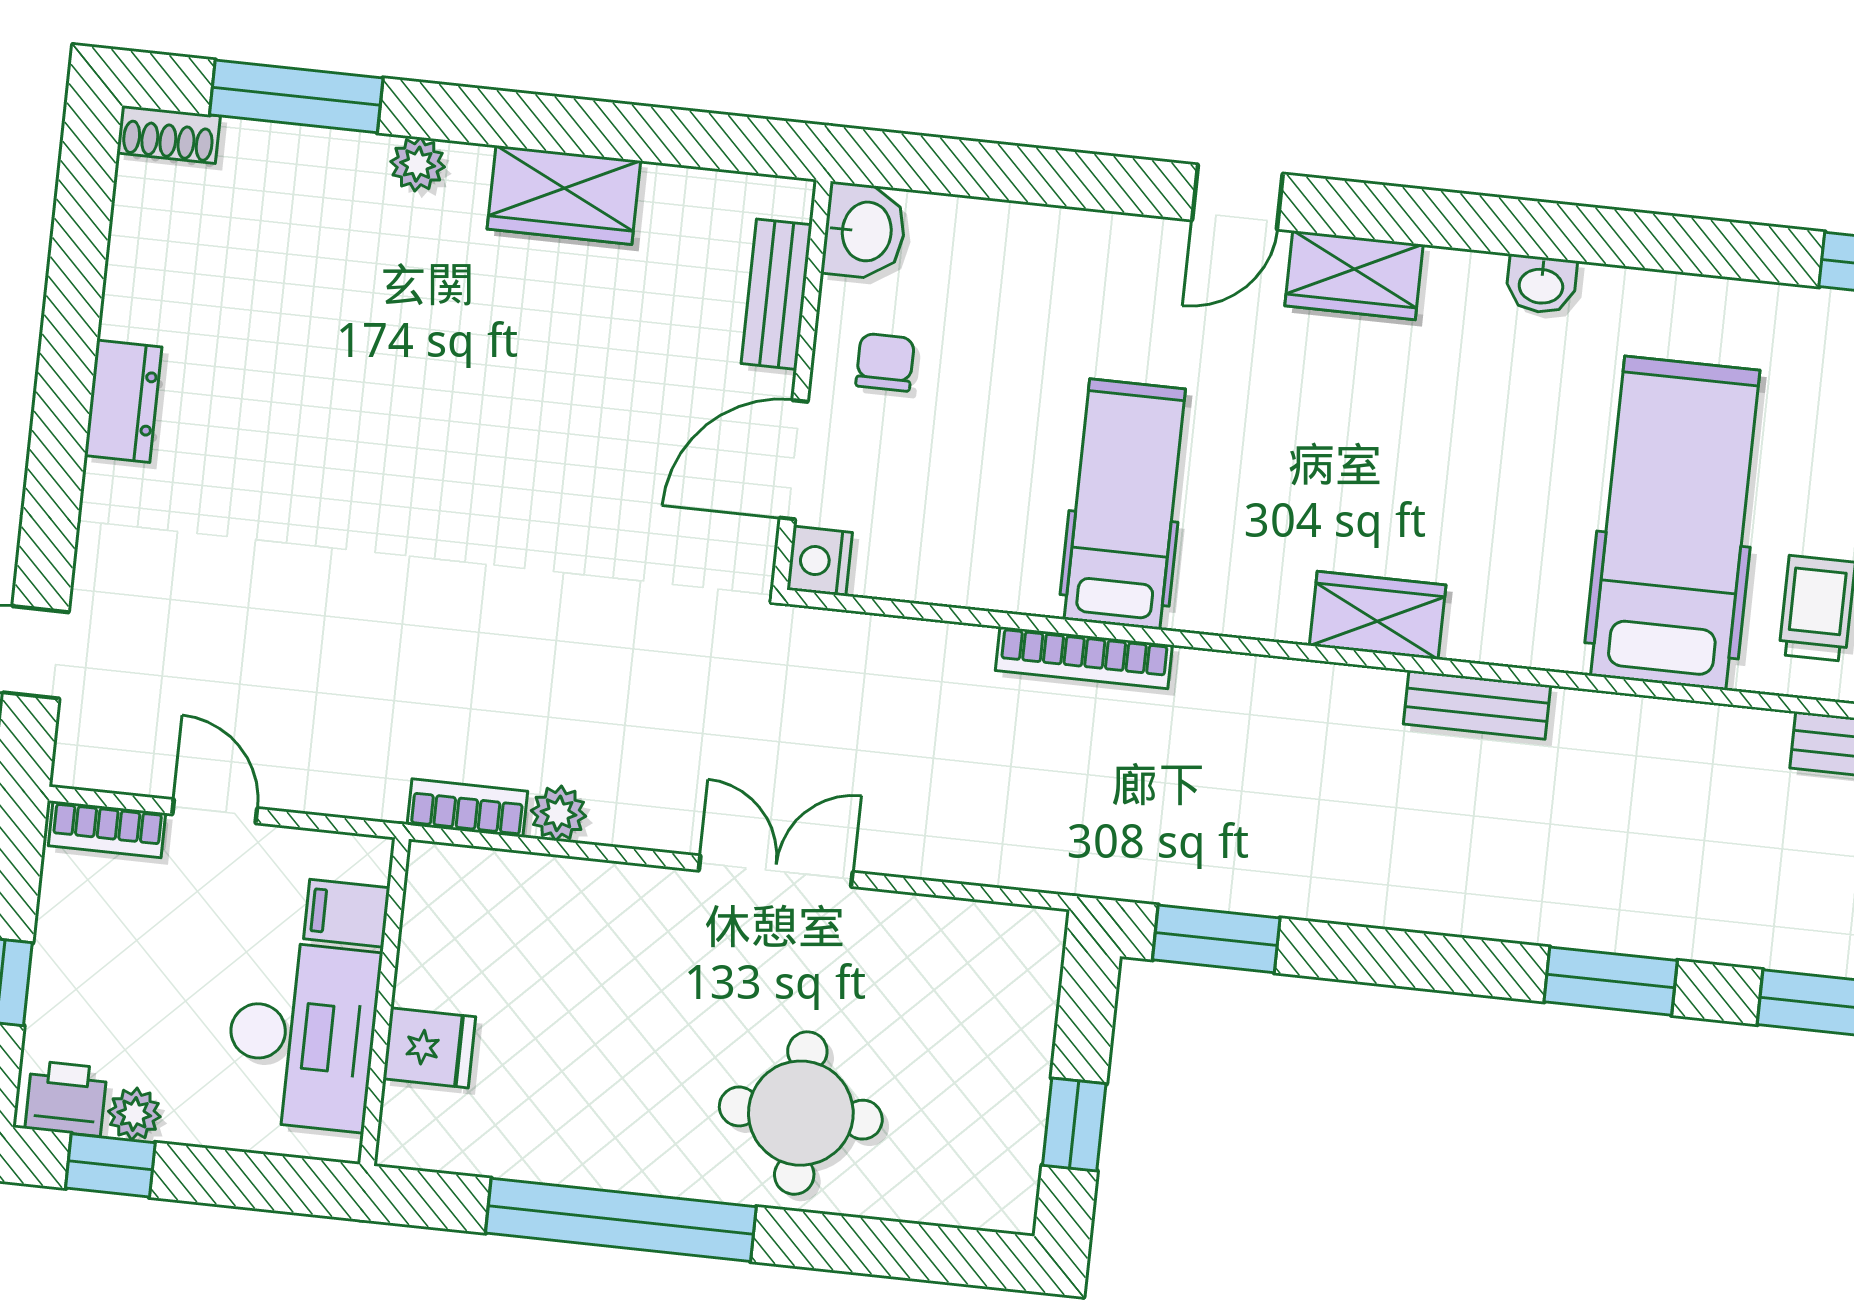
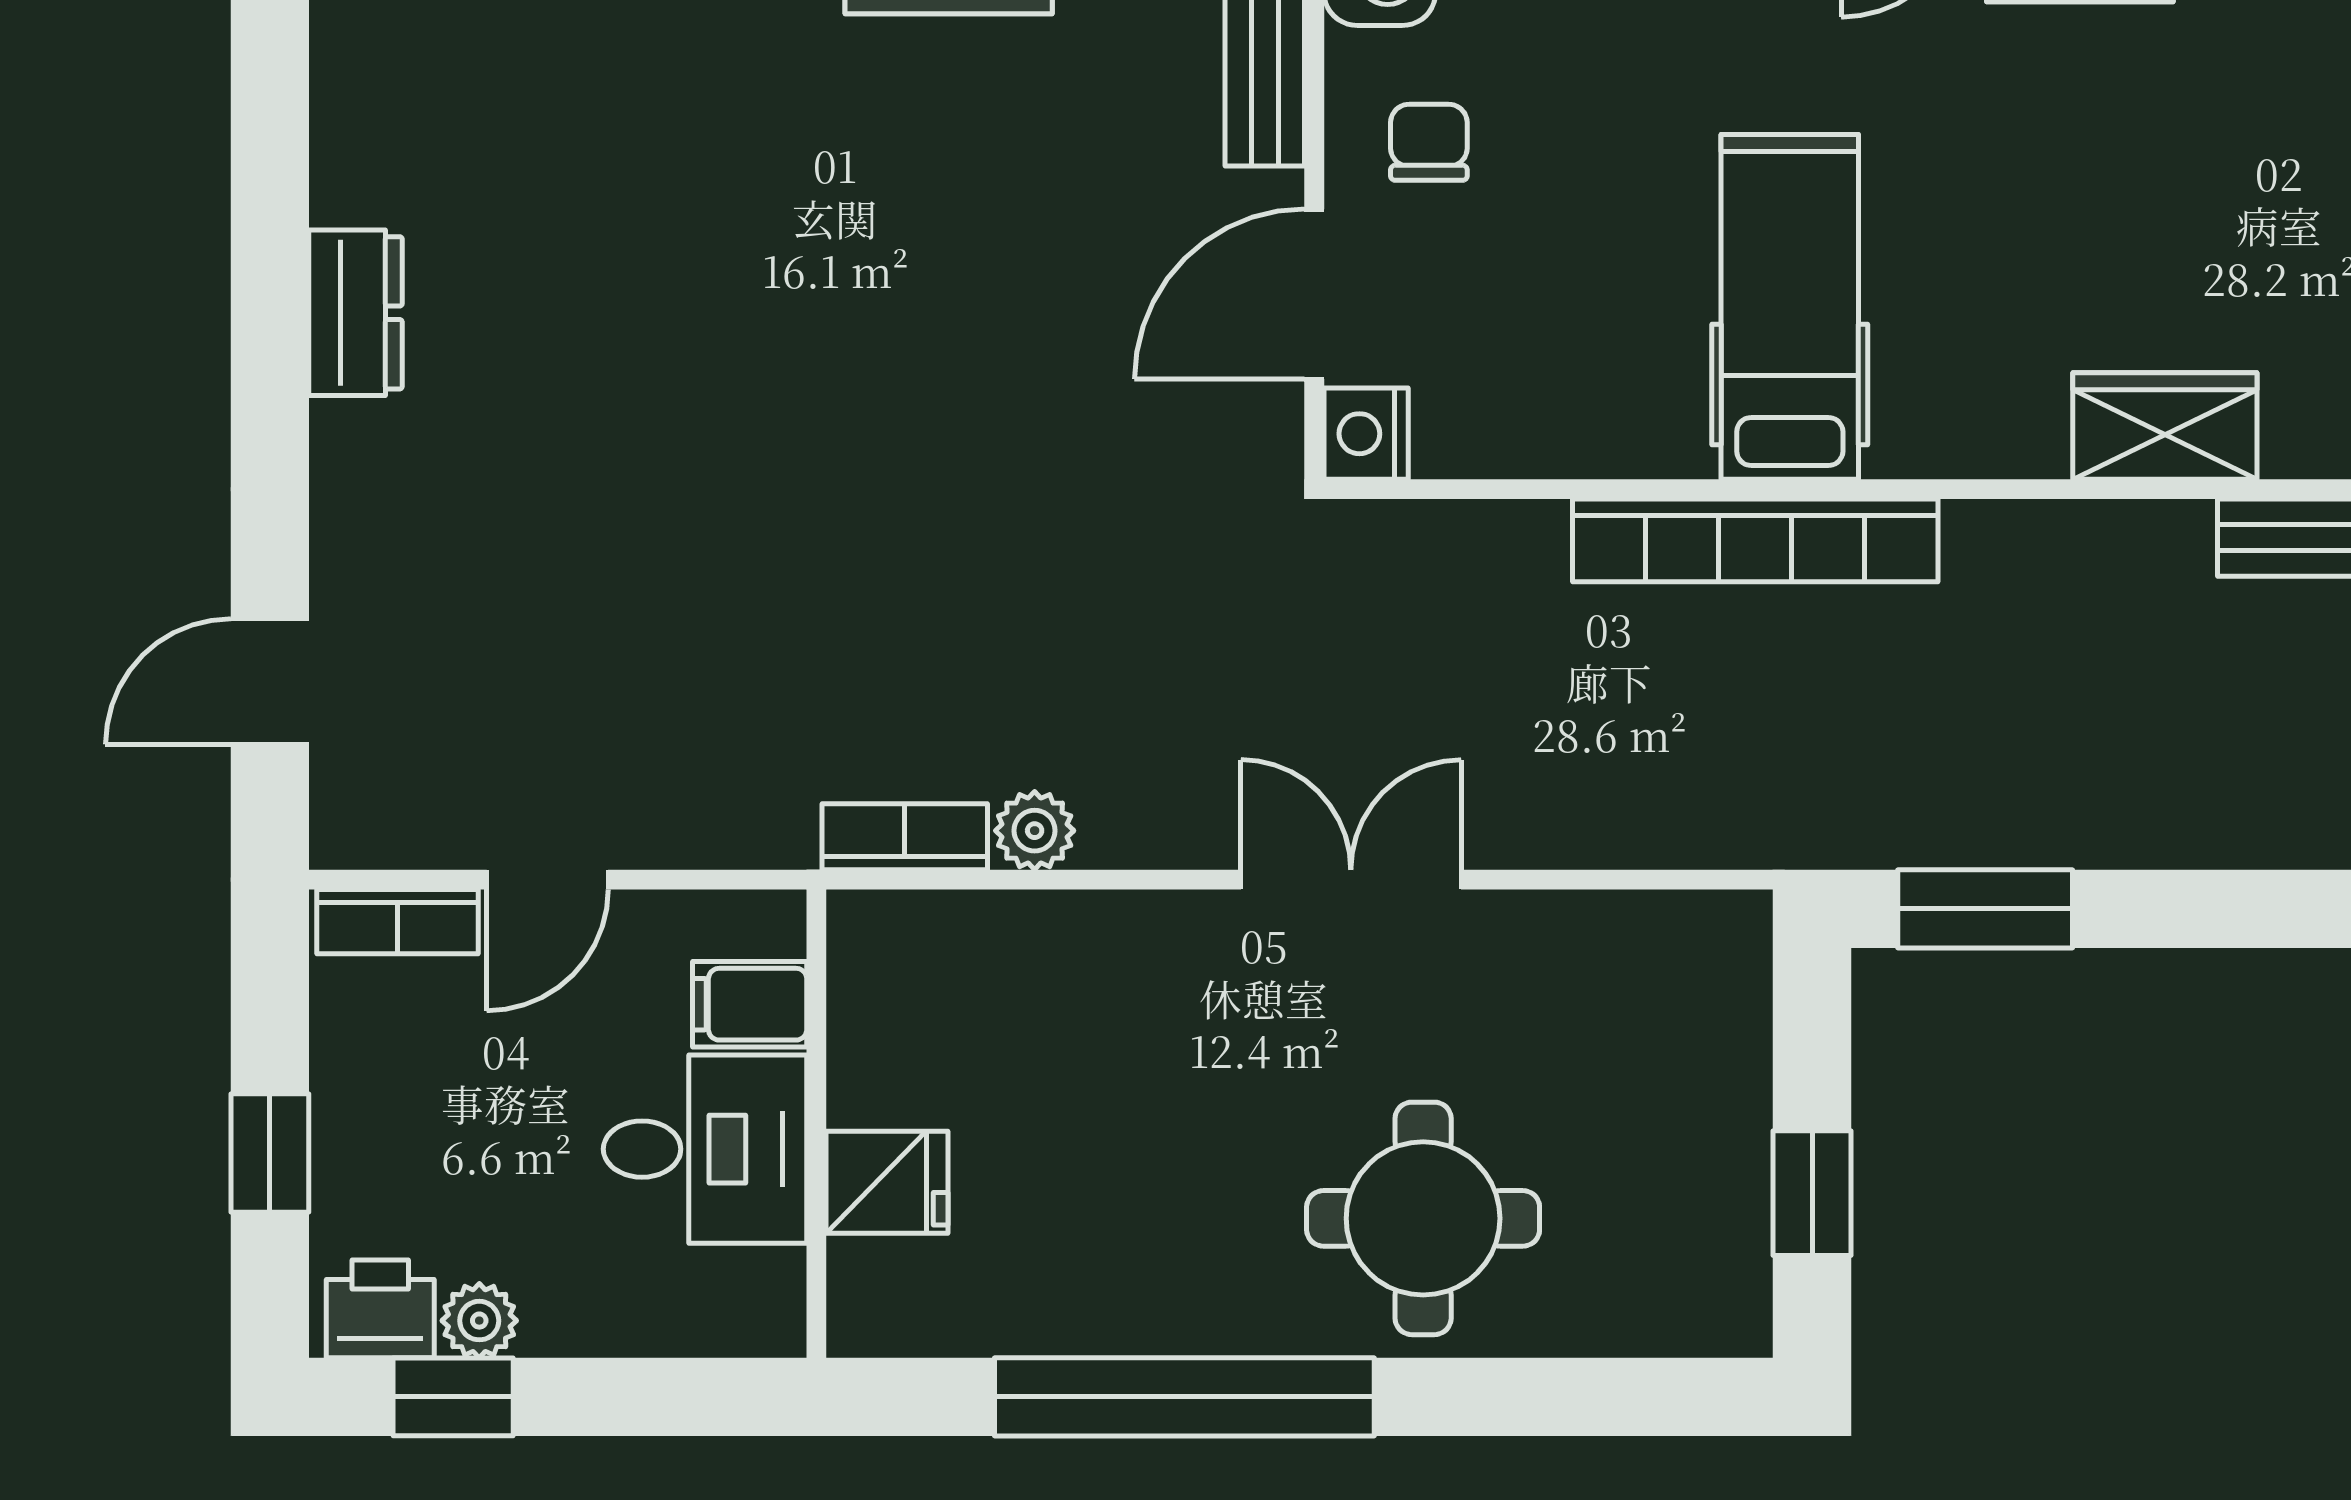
bookcase: (1084, 658) -> (1755, 540), width x1.48, depth x1.31
door: (215, 811) -> (547, 880), swing flipped
desk: (302, 1036) -> (705, 1149), width x0.73

